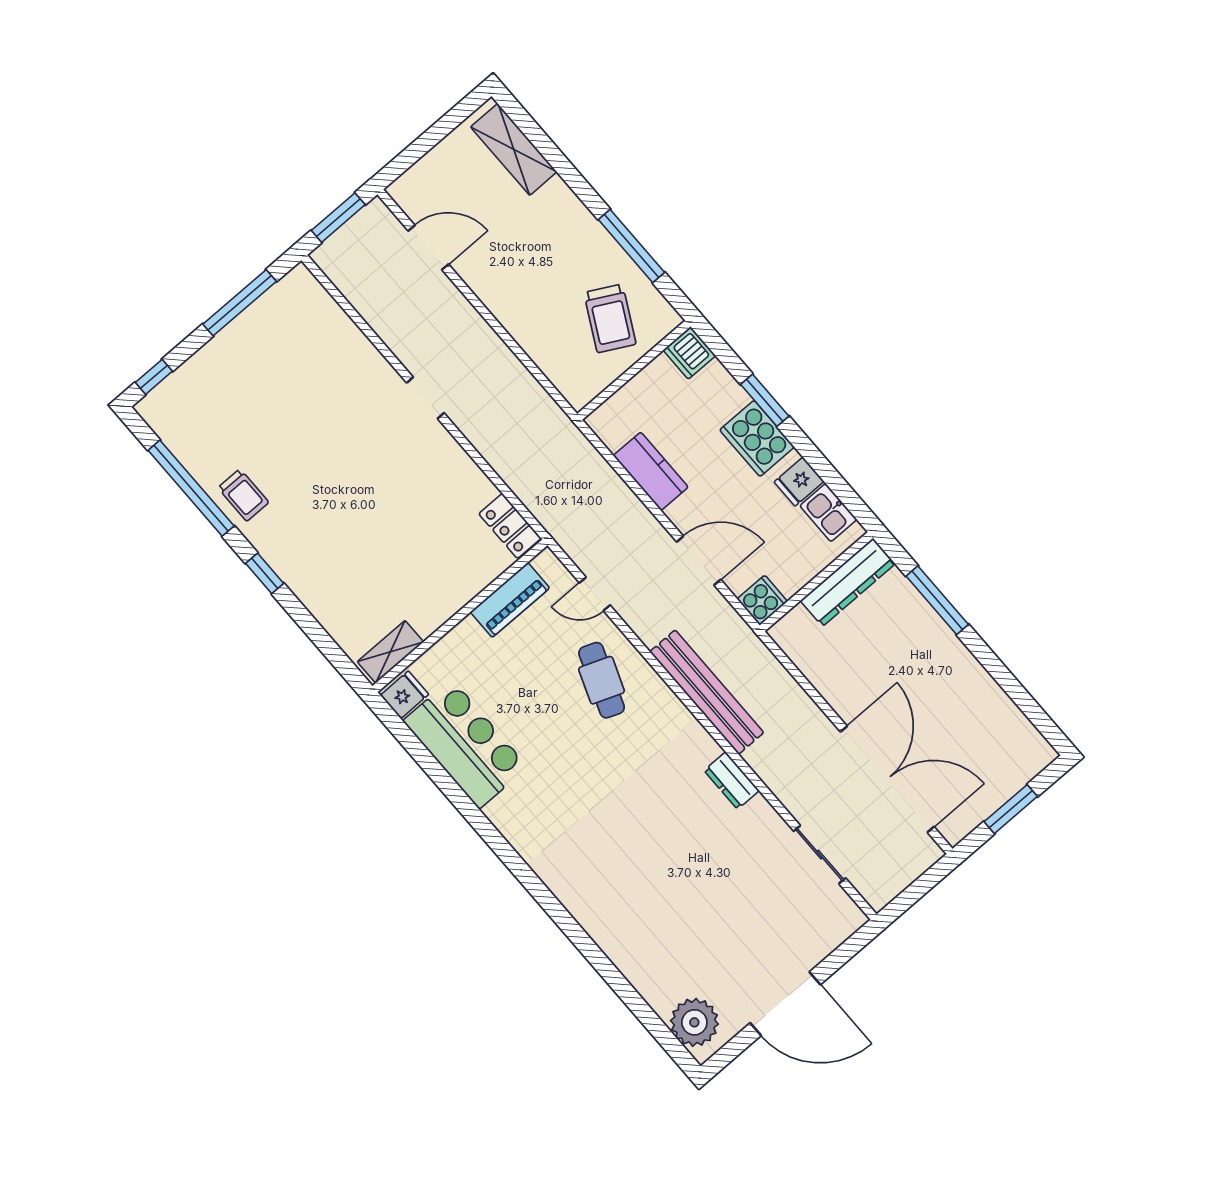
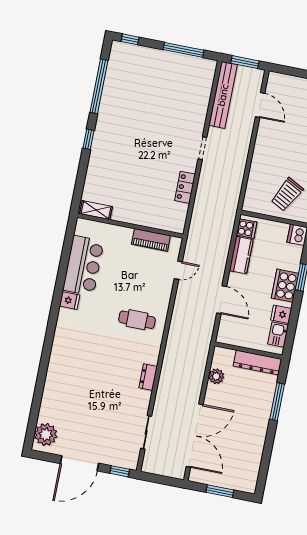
trolley: (243, 495) -> (112, 108), removed
locker: (510, 526) -> (185, 187), moved
door: (595, 594) -> (178, 270), swing flipped
cooker: (762, 600) -> (247, 229), moved
plant: (818, 668) -> (216, 376), added
cafe table: (602, 680) -> (137, 320), moved, turned 69
bench: (707, 692) -> (223, 95), moved
fridge: (405, 695) -> (70, 301), moved
window: (850, 948) -> (120, 471), added
door: (785, 1004) -> (80, 463), hinge flipped

